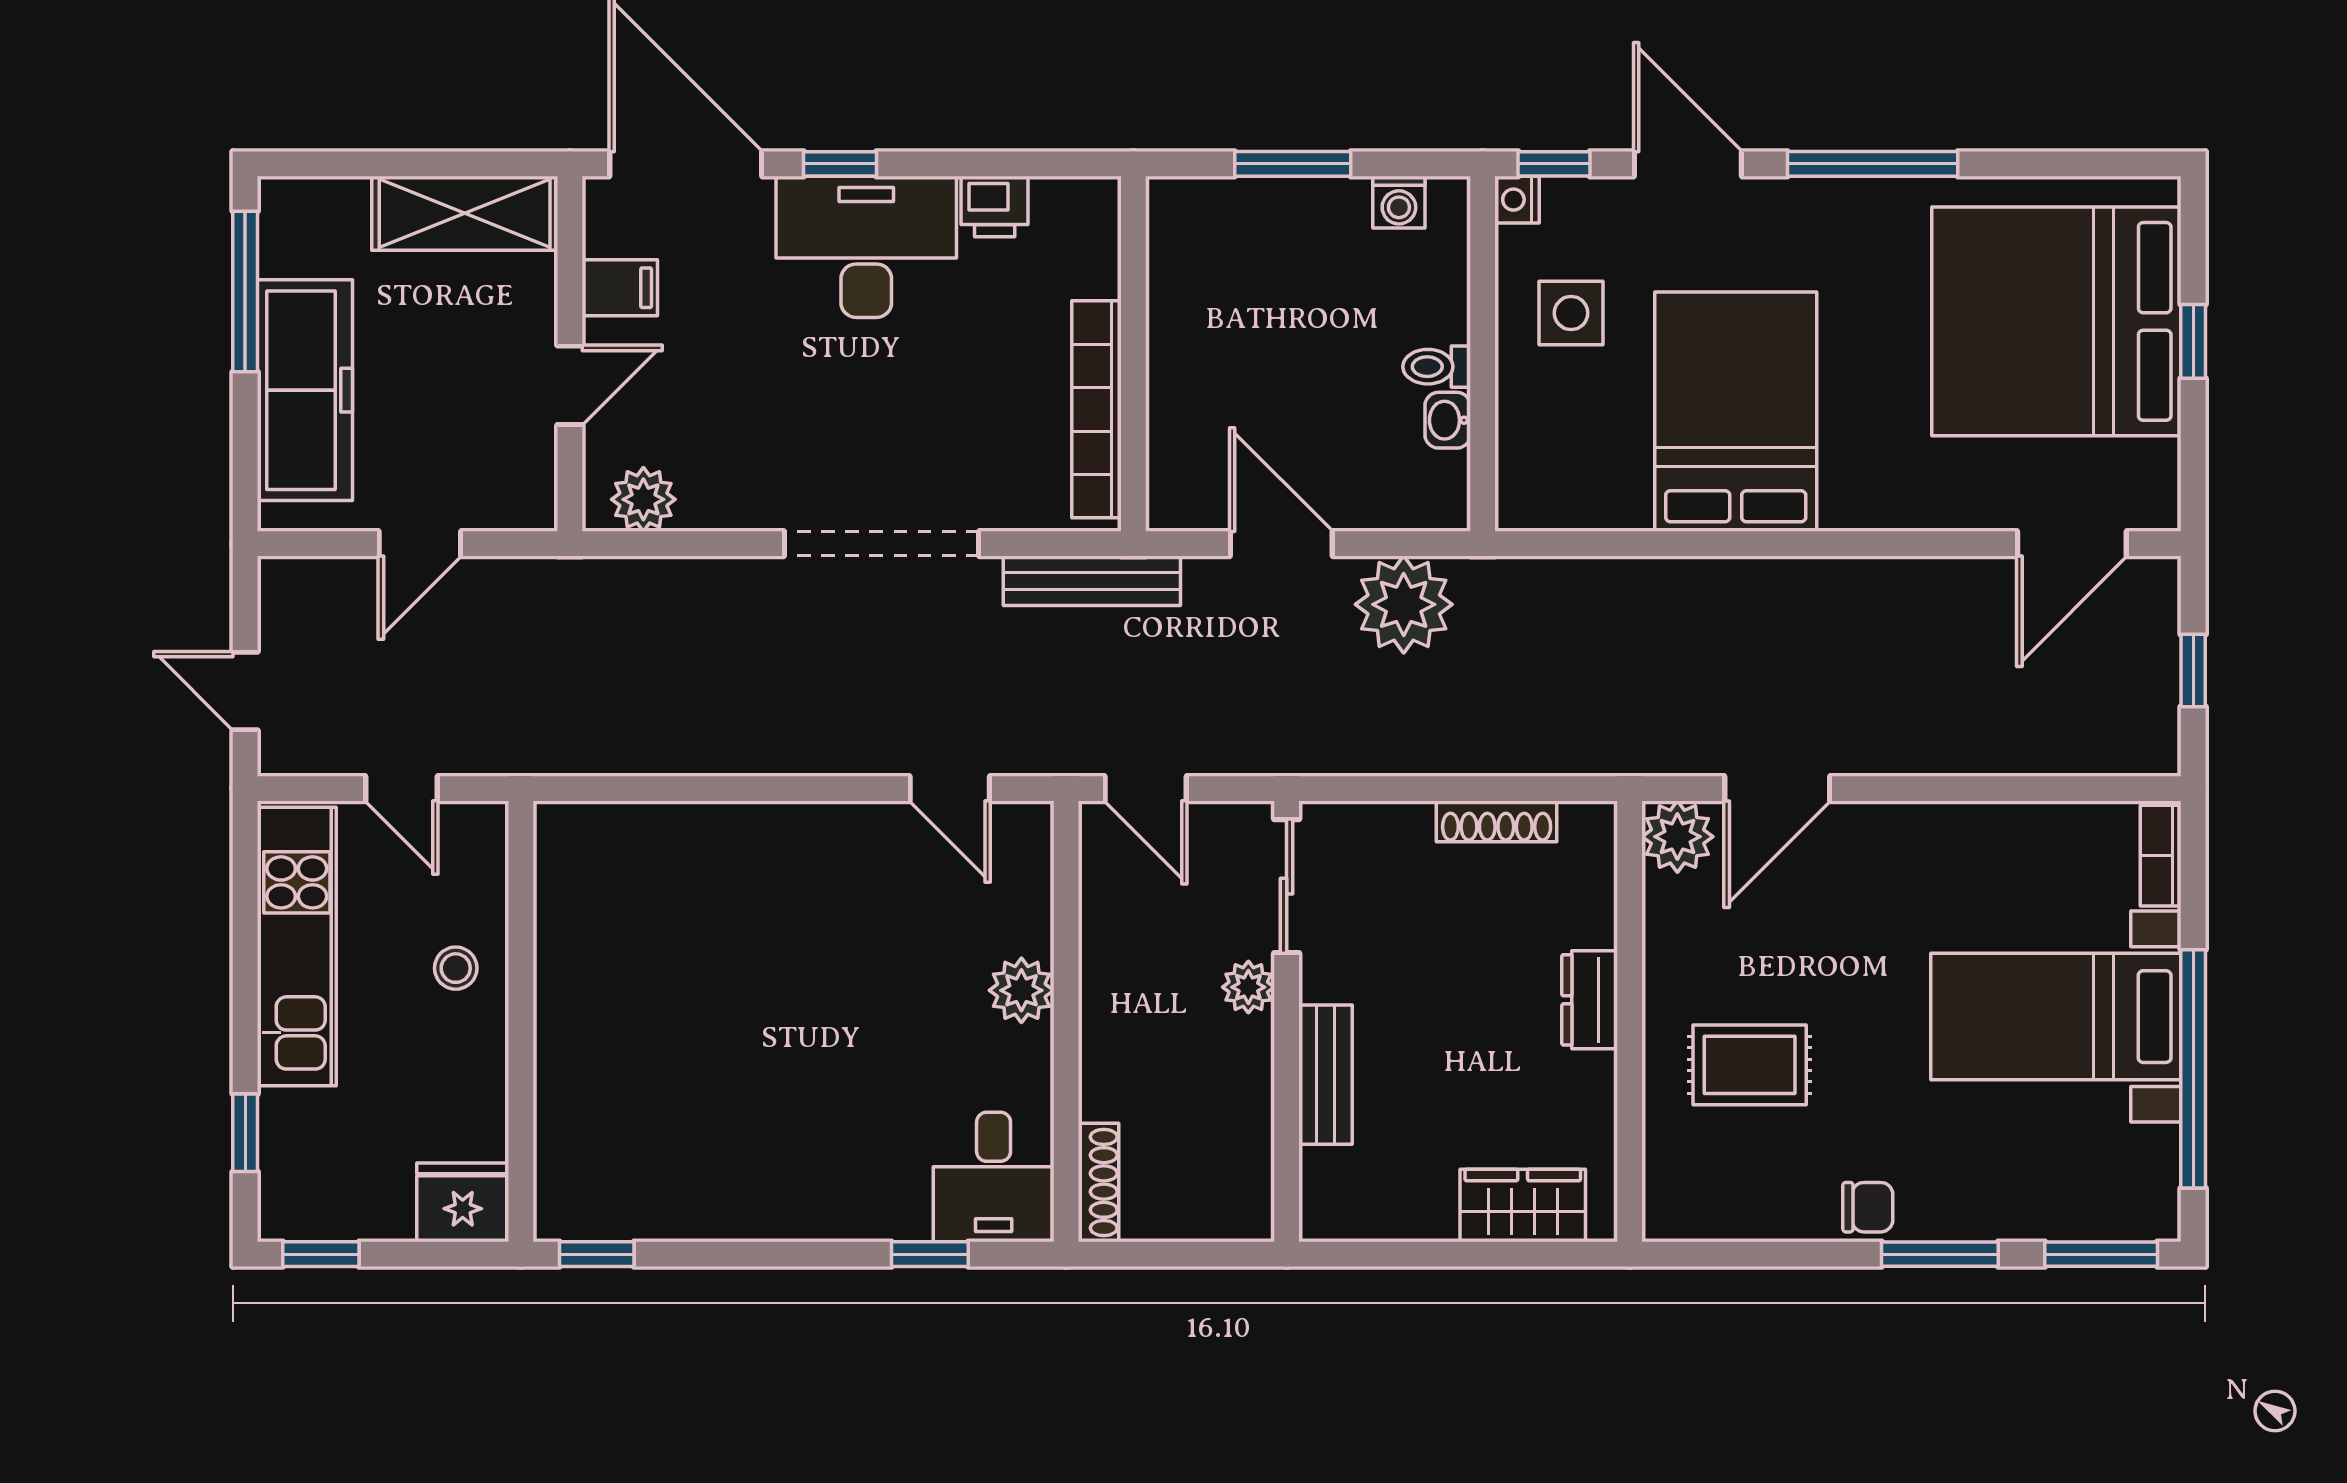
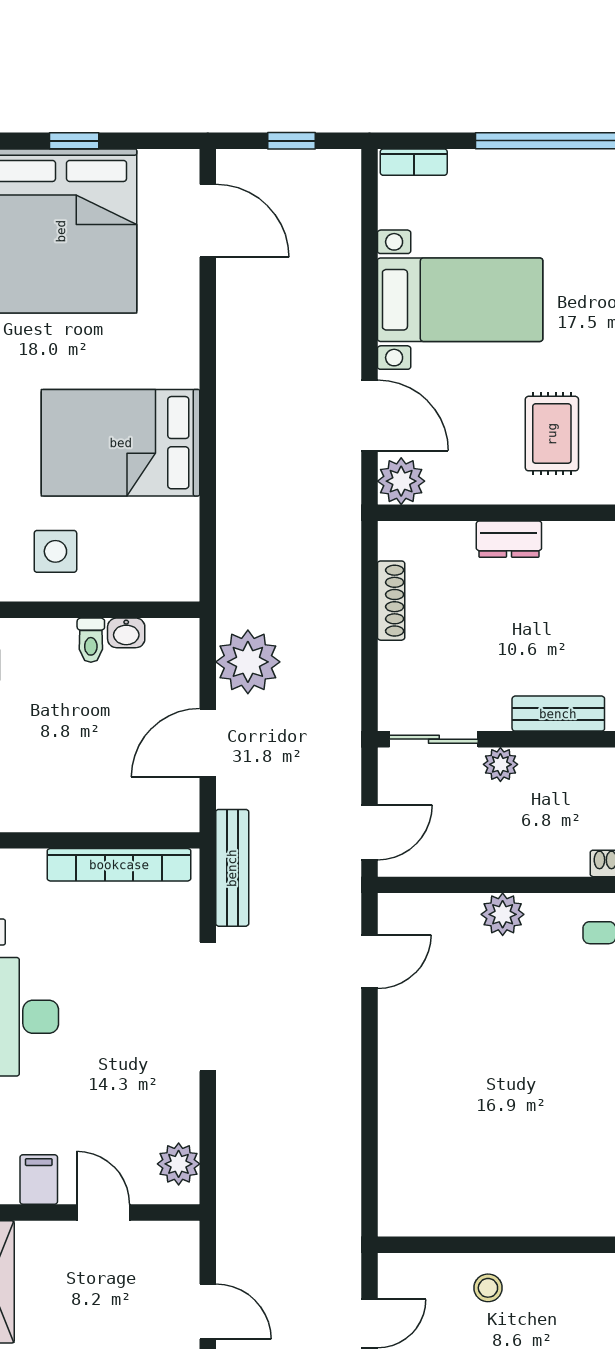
bed with nightstands: (2056, 1017) -> (460, 300), moved, turned -90

